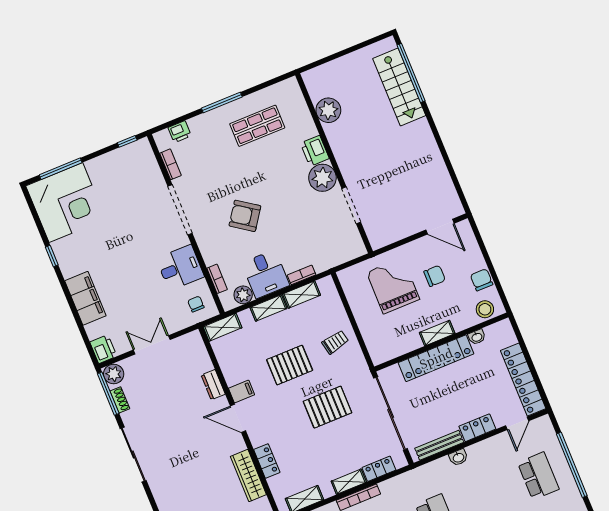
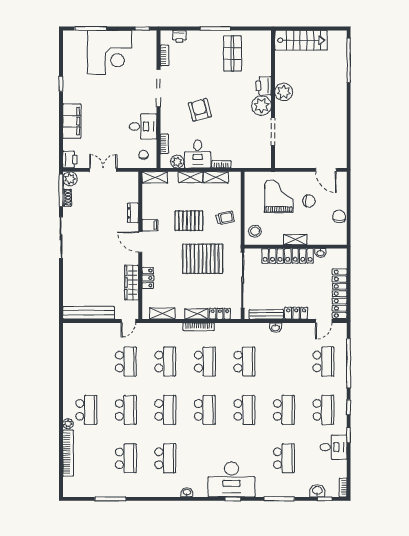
stairs: (399, 87) -> (301, 40), moved, turned -90
plant: (328, 110) -> (284, 92), moved
shop shelf: (257, 126) -> (232, 53), turned 90
corner desk: (66, 203) -> (110, 52), moved
armchair: (245, 216) -> (200, 110), turned 40
stool: (485, 309) -> (255, 231), moved
pallet: (327, 407) -> (203, 259), width x1.37, depth x1.41

